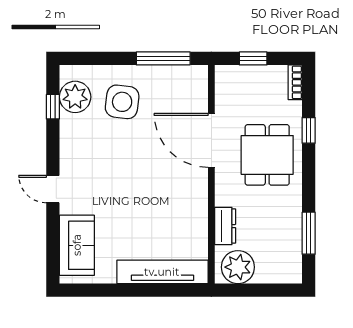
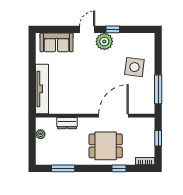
plant: (75, 97) -> (104, 41), moved
window: (53, 107) -> (113, 29), moved
plant: (238, 267) -> (40, 134), width x0.53, depth x0.53

